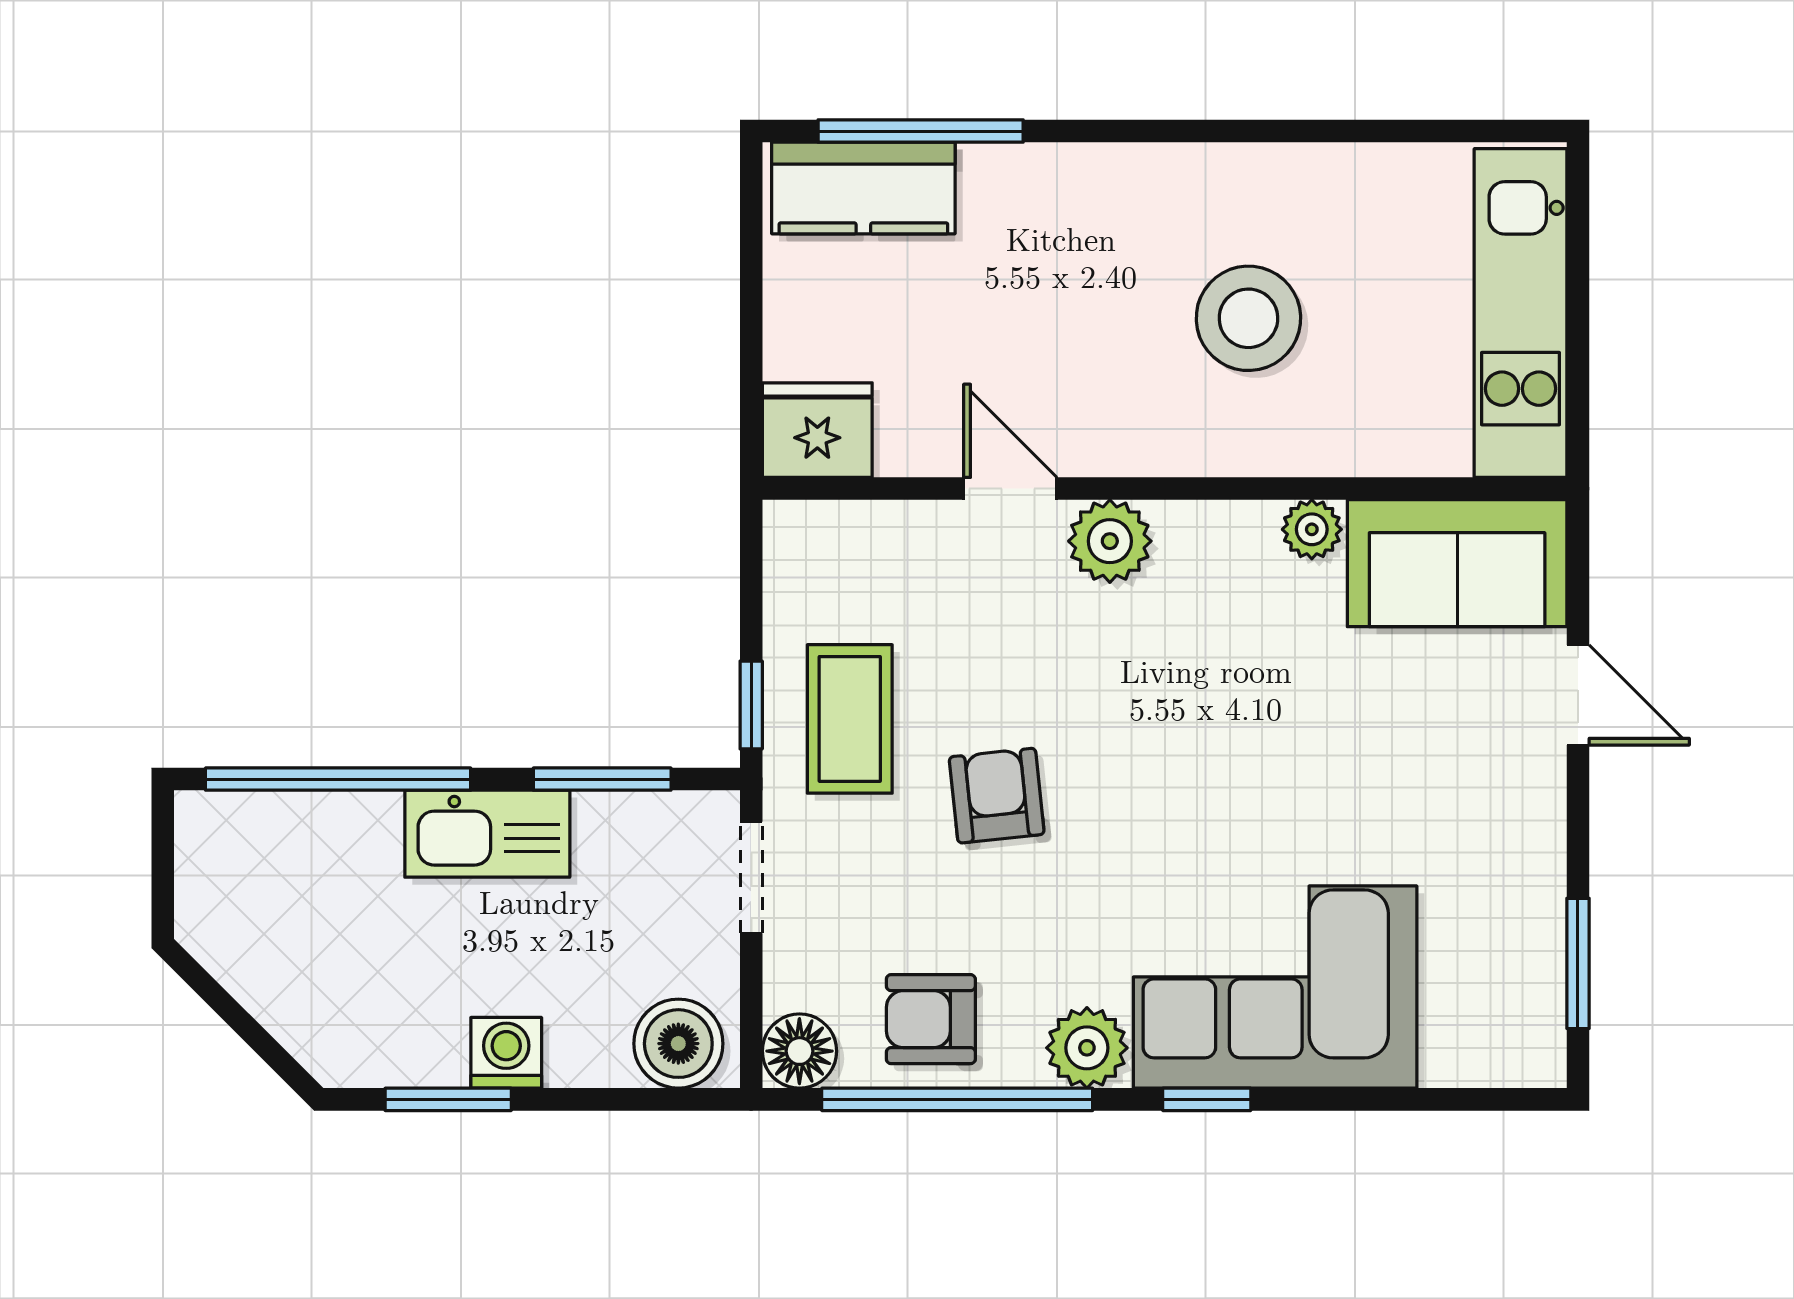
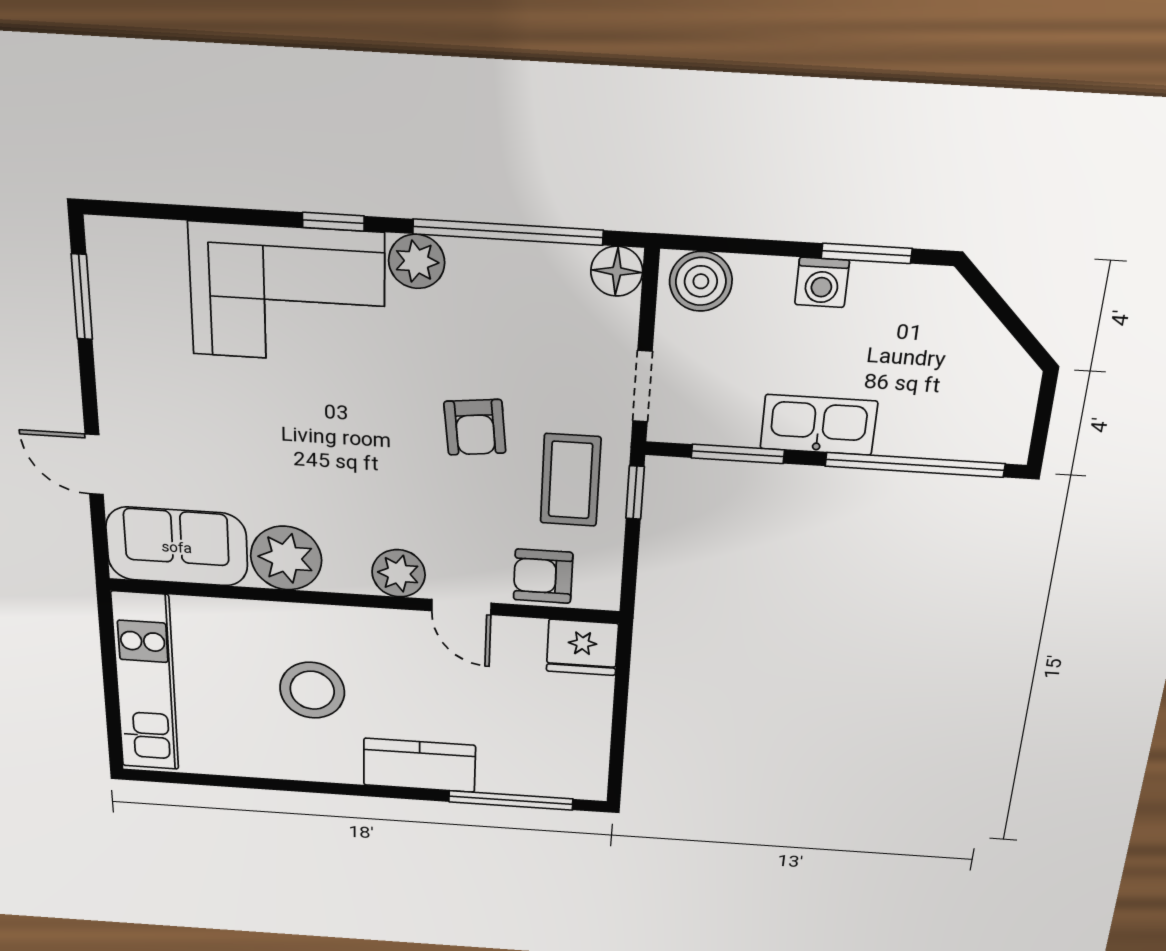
kitchen counter: (863, 188) -> (419, 765), moved
plant: (1312, 529) -> (286, 558), width x1.87, depth x1.87
armchair: (931, 1019) -> (543, 576), moved, turned 180

